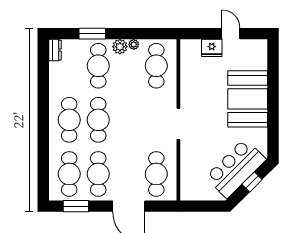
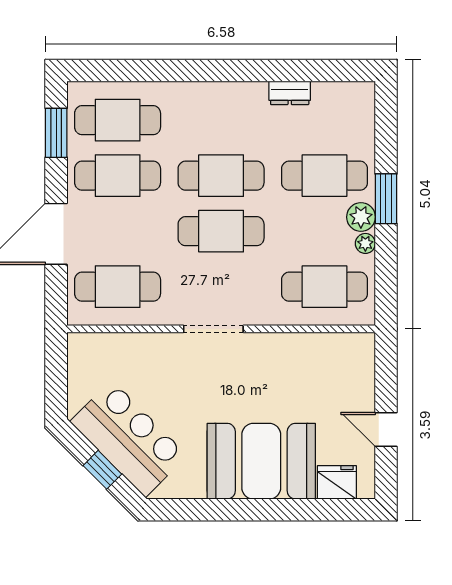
window: (92, 34) -> (386, 199), moved
door: (231, 34) -> (386, 429), swing flipped
fridge: (212, 48) -> (337, 482), moved, turned 90
dresser: (55, 50) -> (290, 93), moved
cafe table: (69, 120) -> (221, 231), moved

